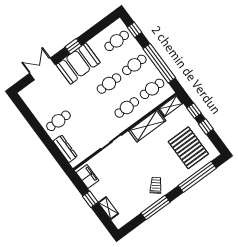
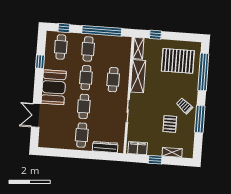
window: (73, 46) -> (40, 62), moved
cafe table: (152, 89) -> (84, 106), moved
window: (206, 127) -> (174, 36), removed
pallet: (130, 186) -> (170, 124), added

